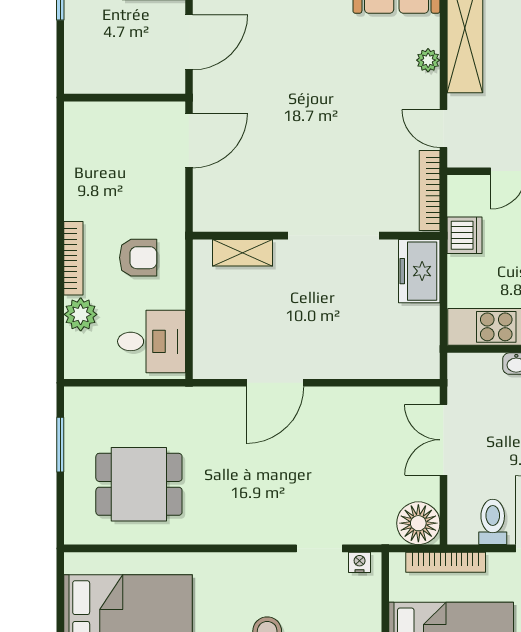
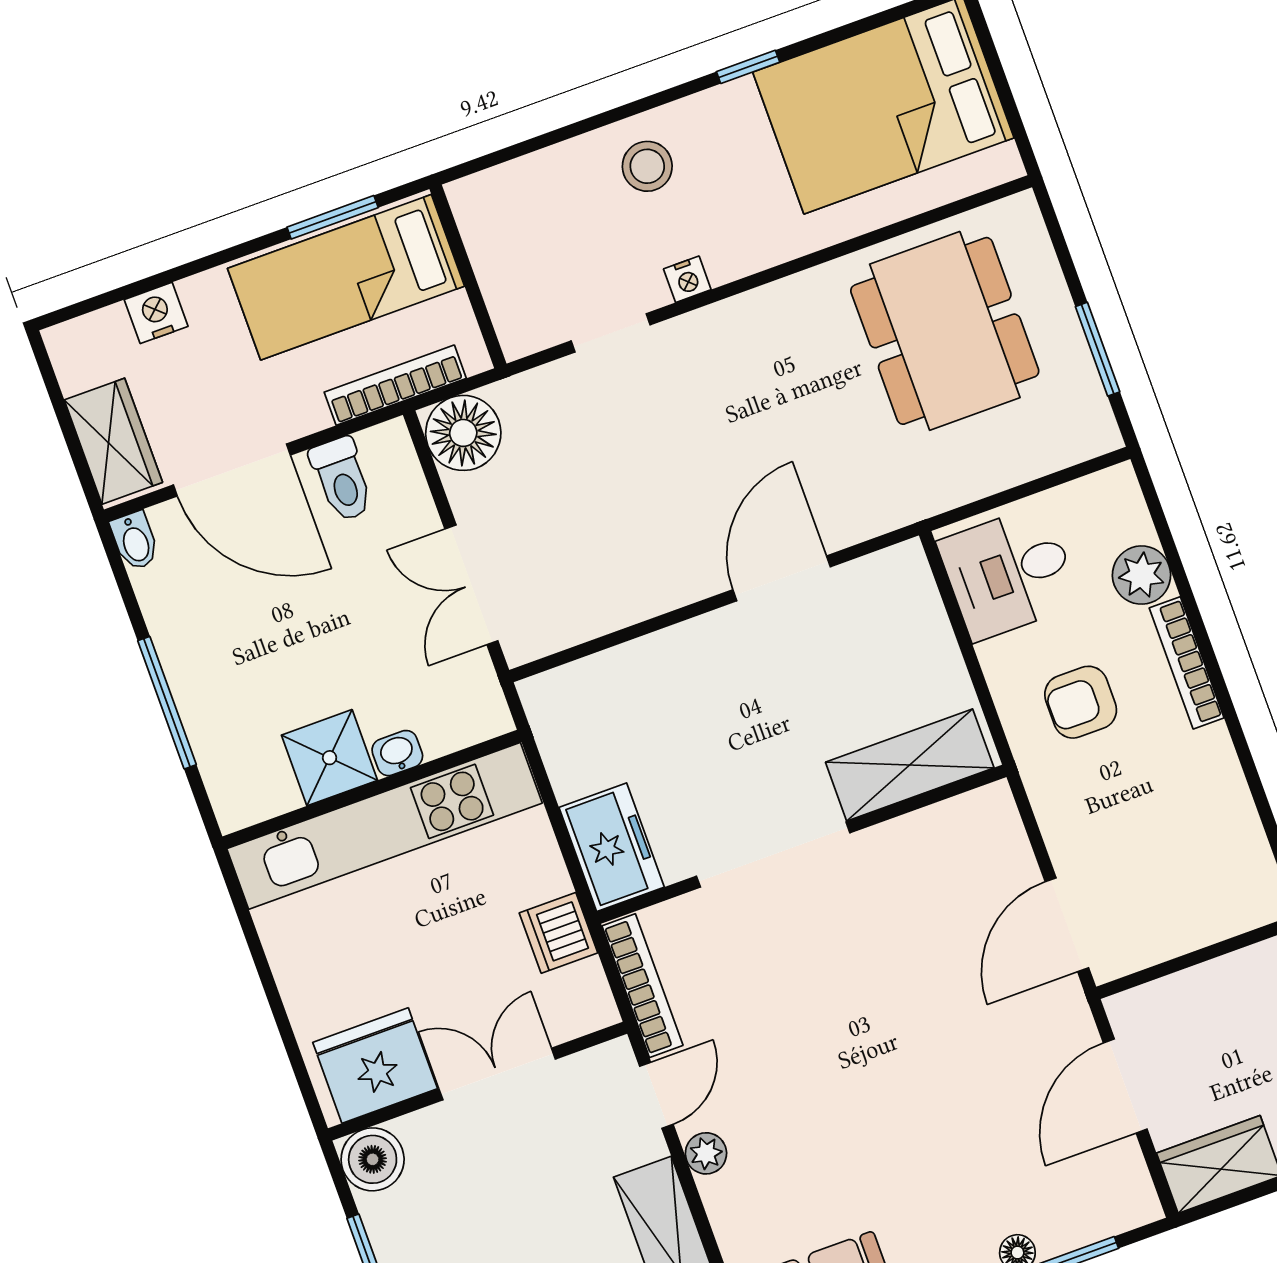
plant: (428, 60) -> (706, 1153), moved
door: (444, 129) -> (656, 1095), hinge flipped
shelving: (243, 253) -> (910, 765), width x1.50, depth x1.33
double door: (444, 440) -> (471, 585), swing flipped
dining table: (139, 484) -> (945, 331), width x1.38
nightstand: (360, 562) -> (687, 279), moved

